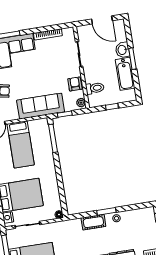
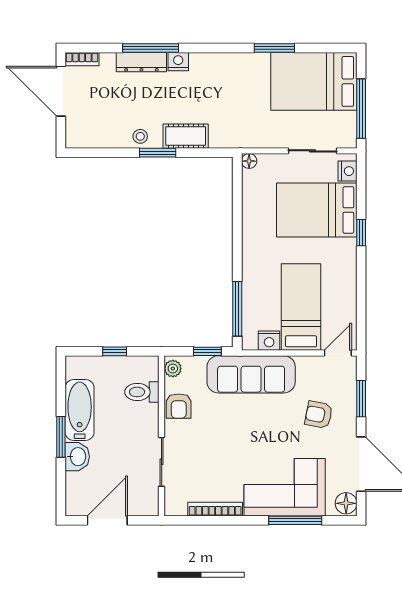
door: (102, 20) -> (107, 520), hinge flipped
nightstand: (34, 125) -> (269, 341), added

